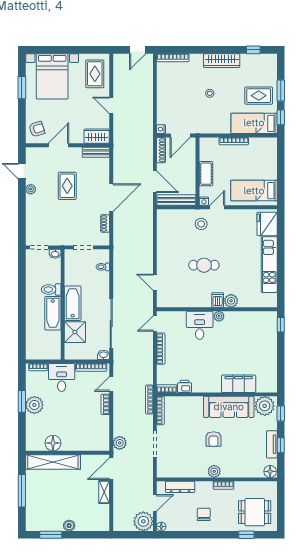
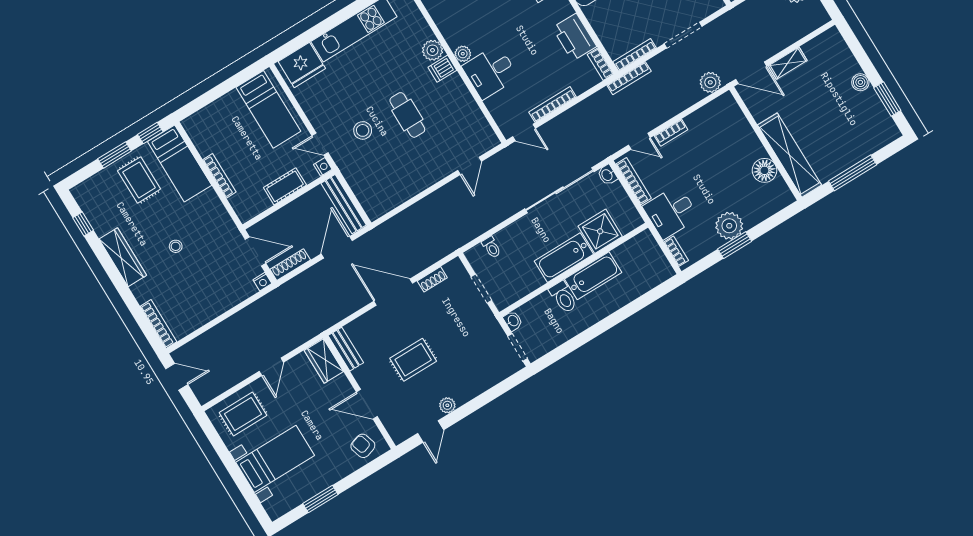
bed with nightstands: (52, 76) -> (275, 459), width x0.73
stool: (201, 224) -> (363, 130), moved
printer: (184, 386) -> (574, 37), width x1.87, depth x1.48

